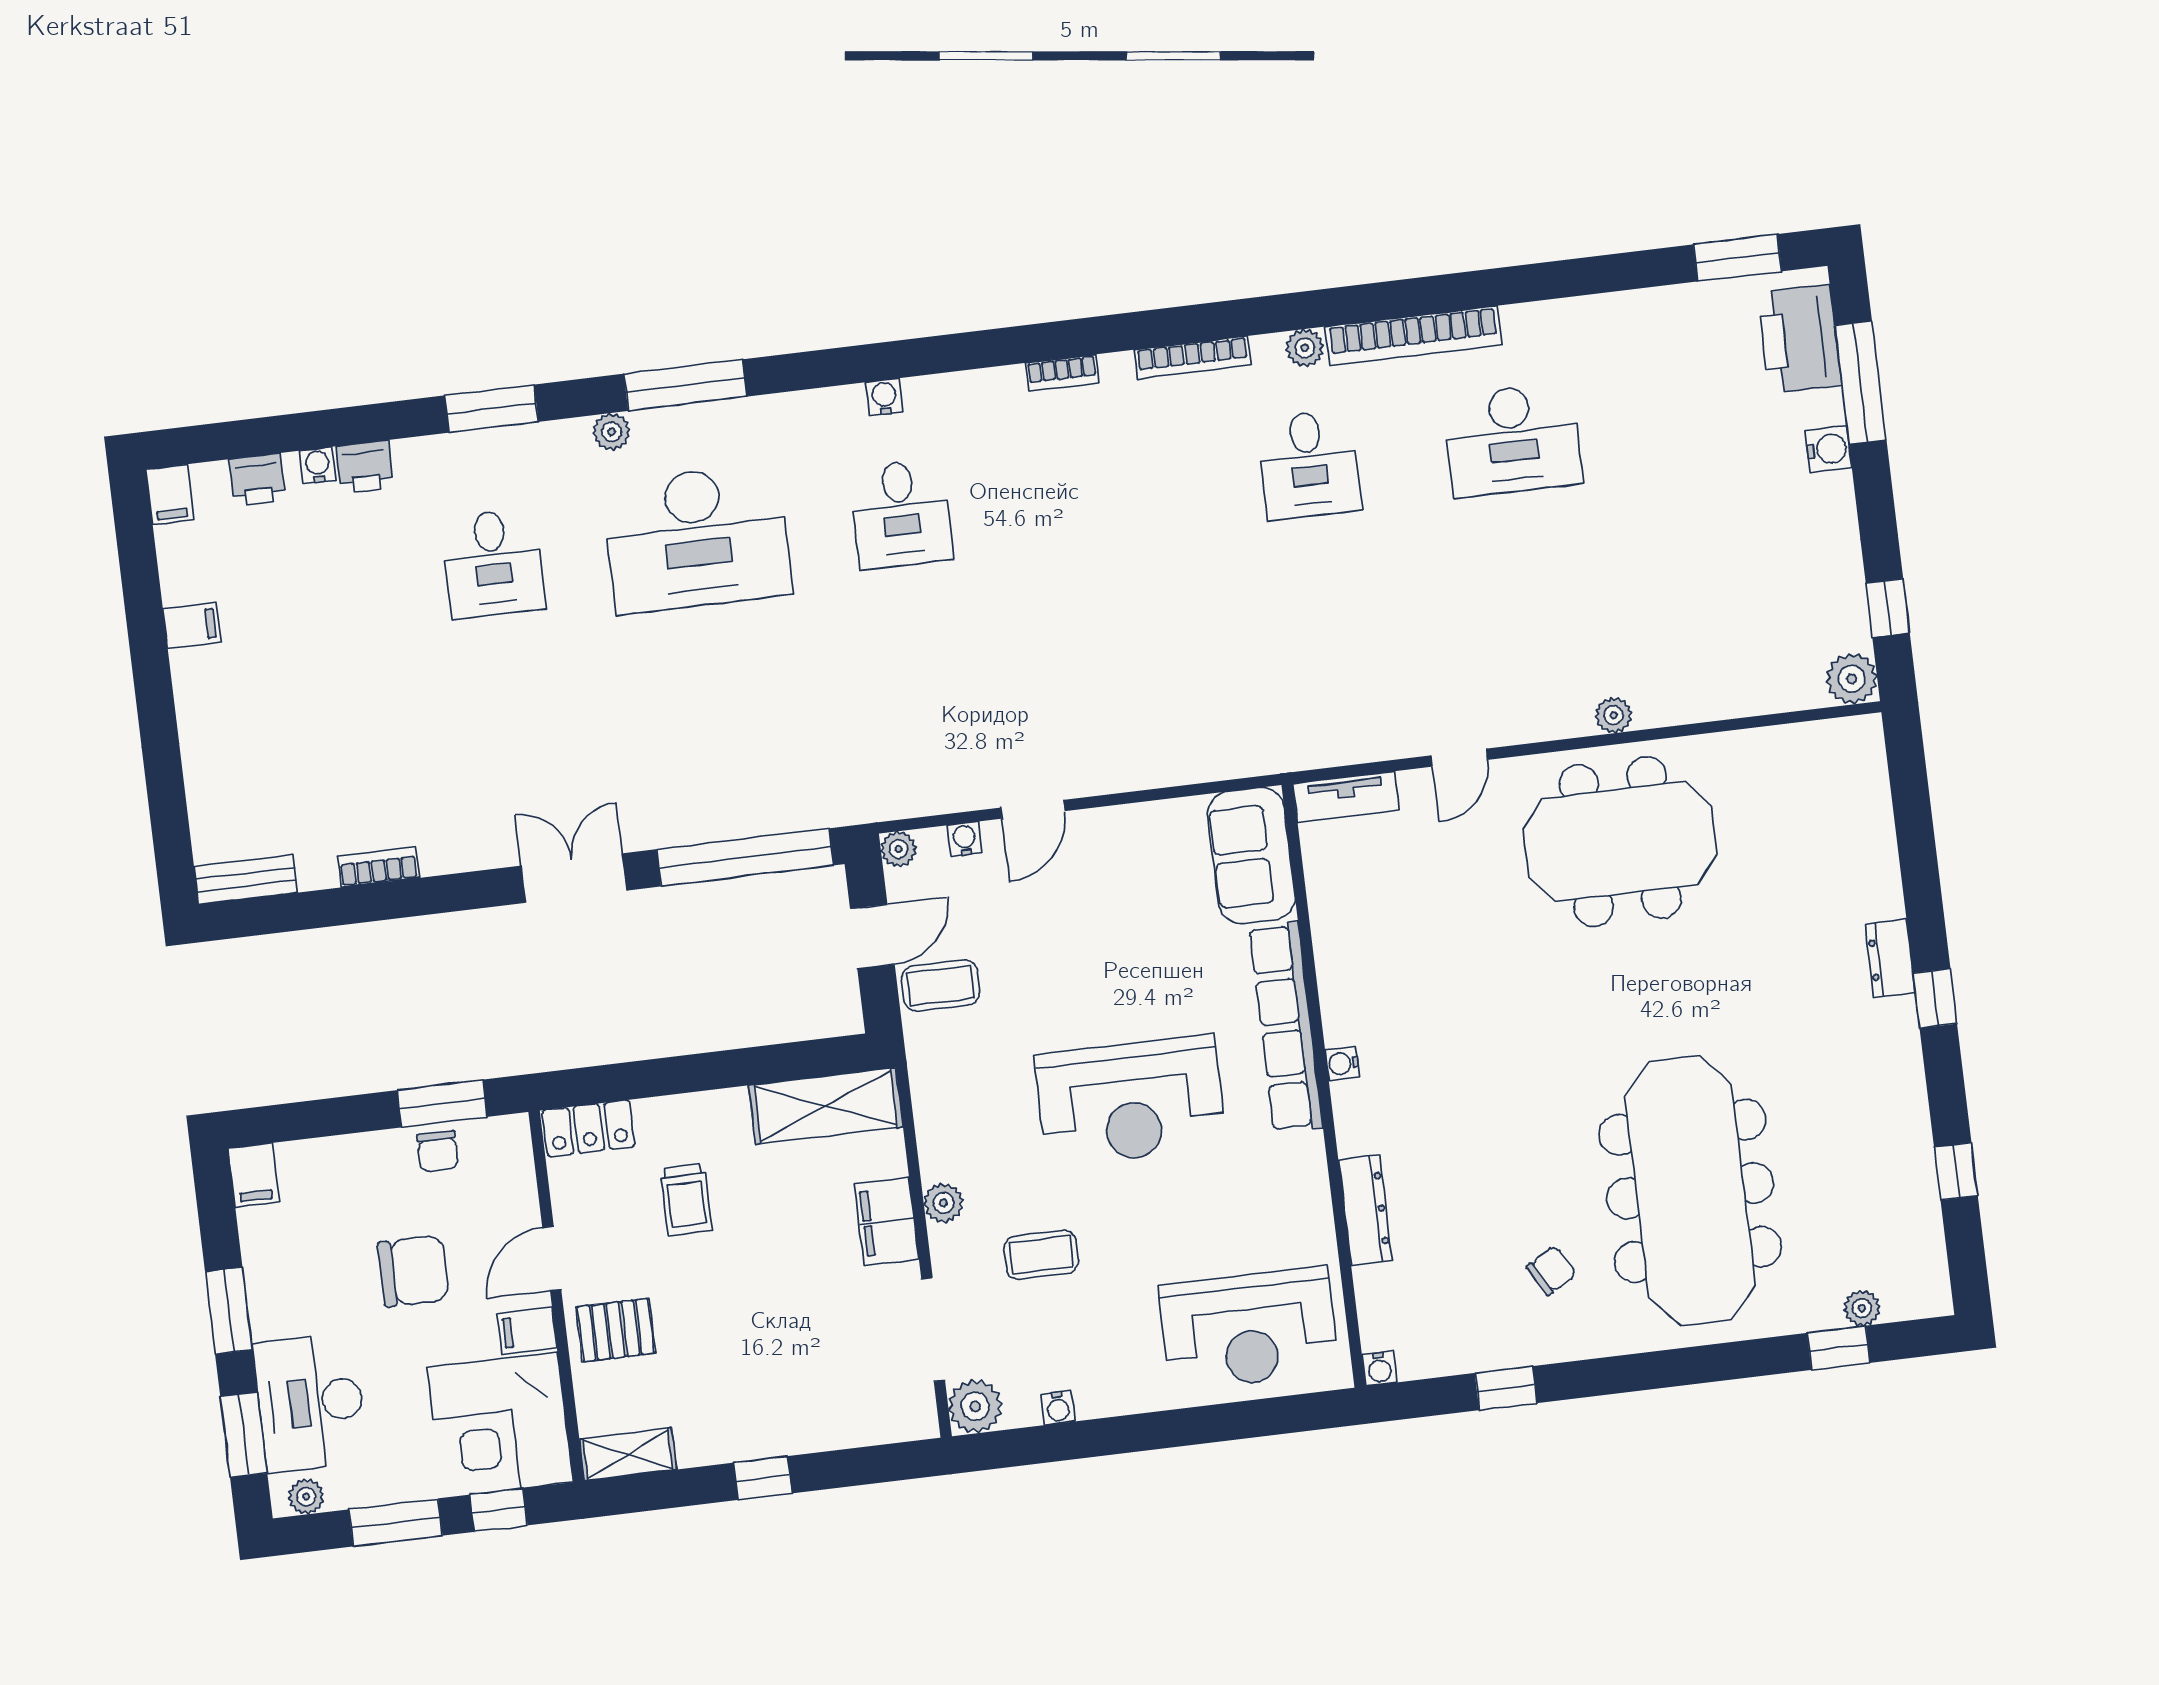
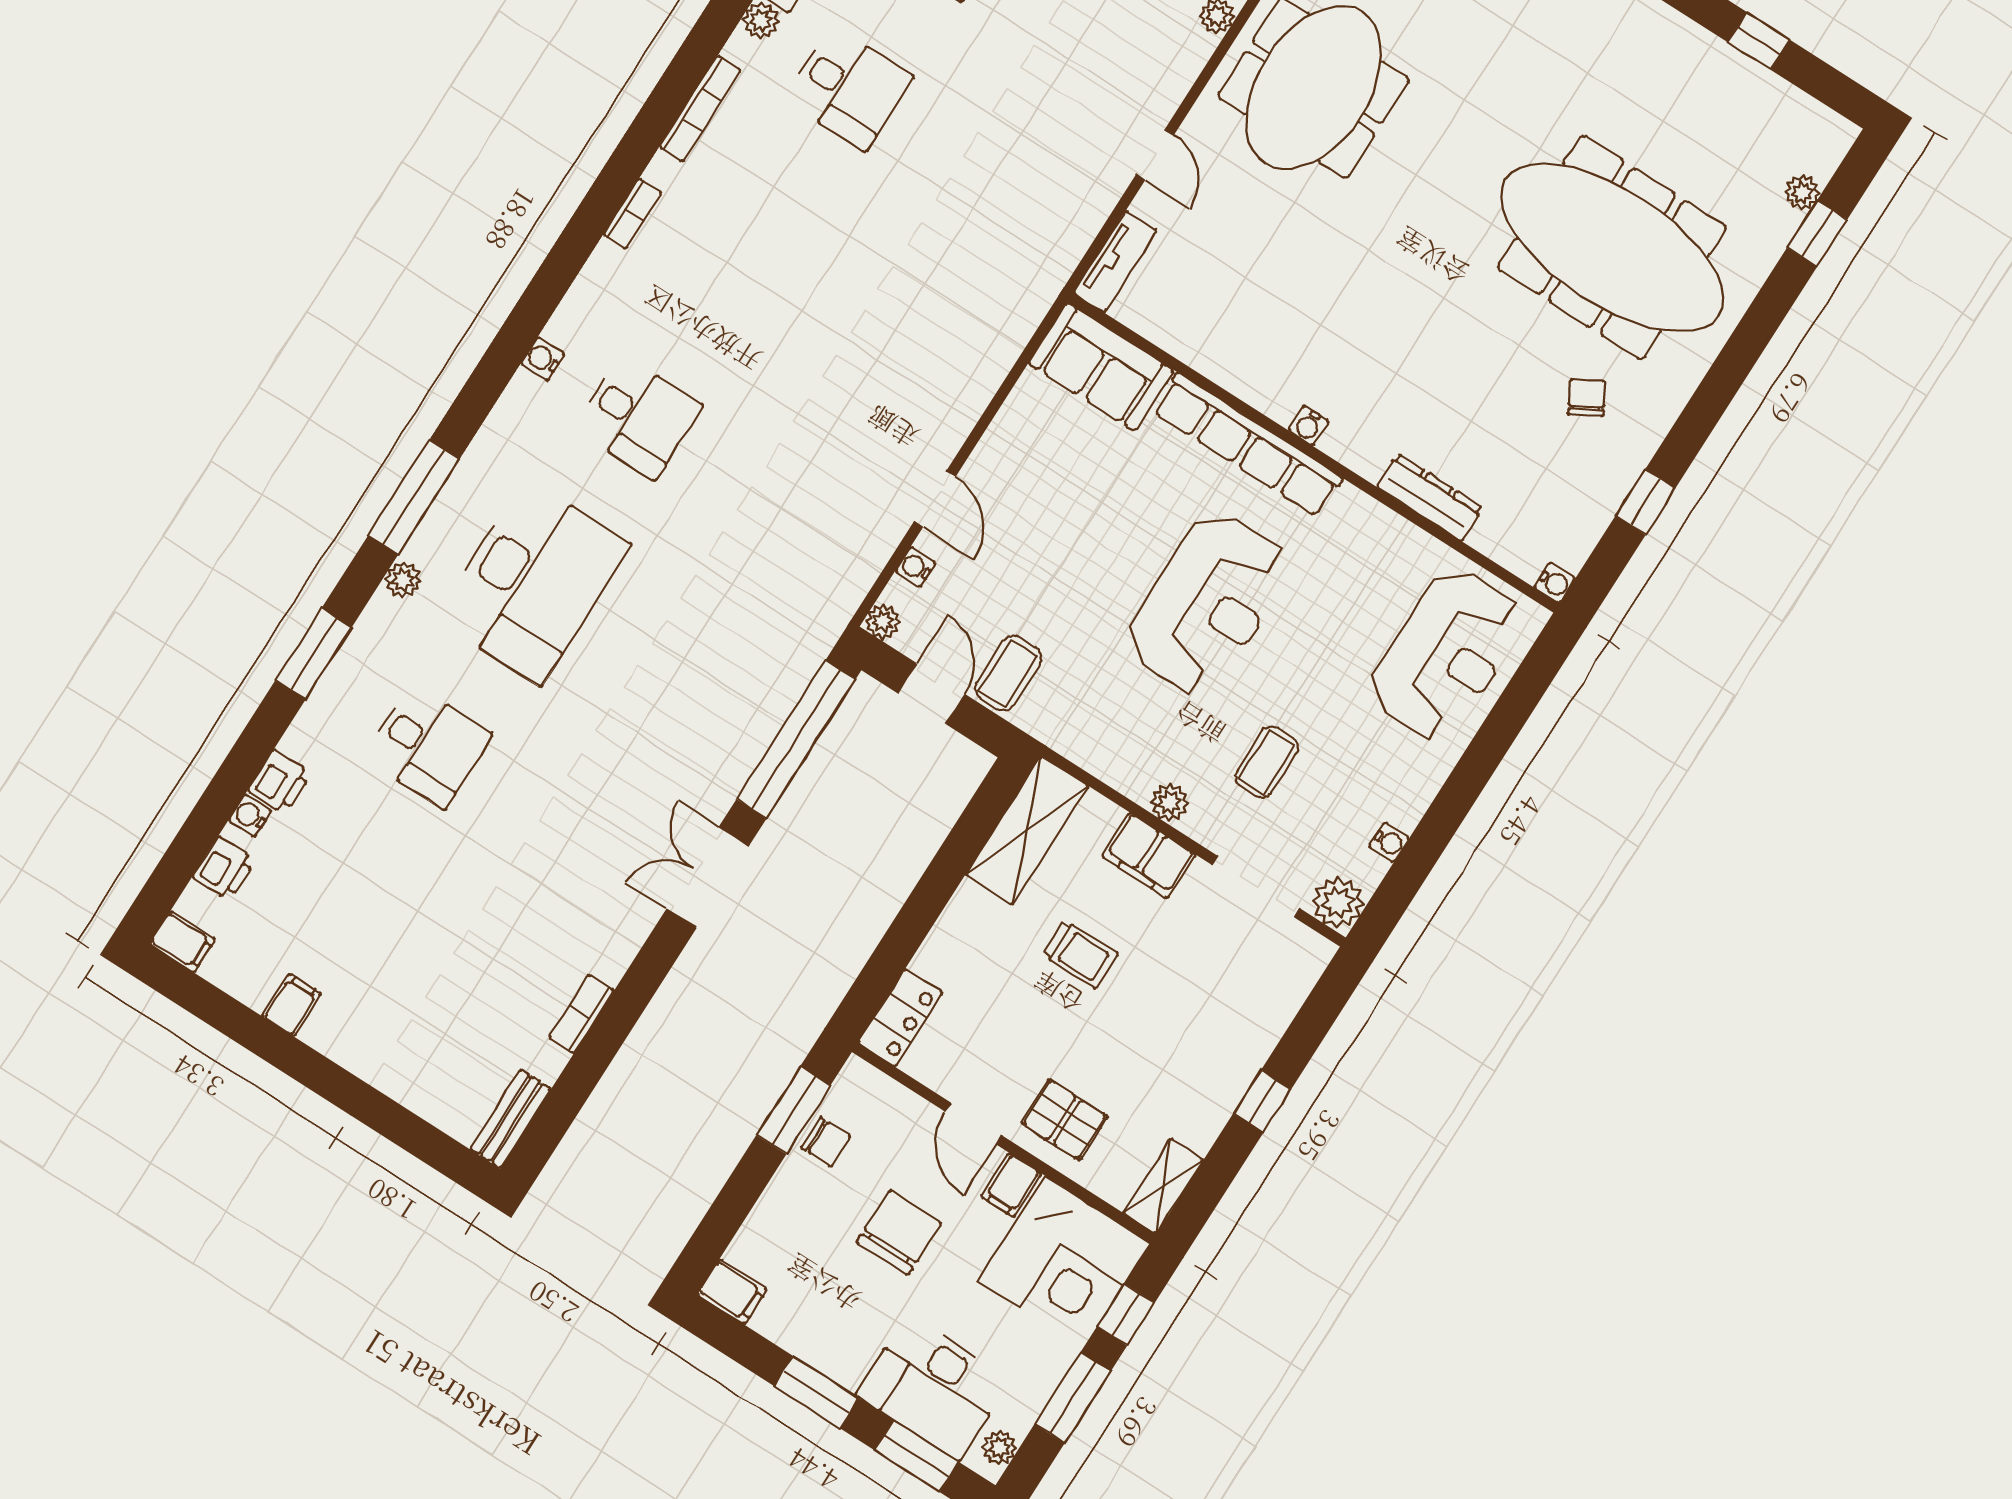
trolley: (686, 1200) -> (1080, 954), moved
pallet: (616, 1330) -> (1065, 1120), turned 90

